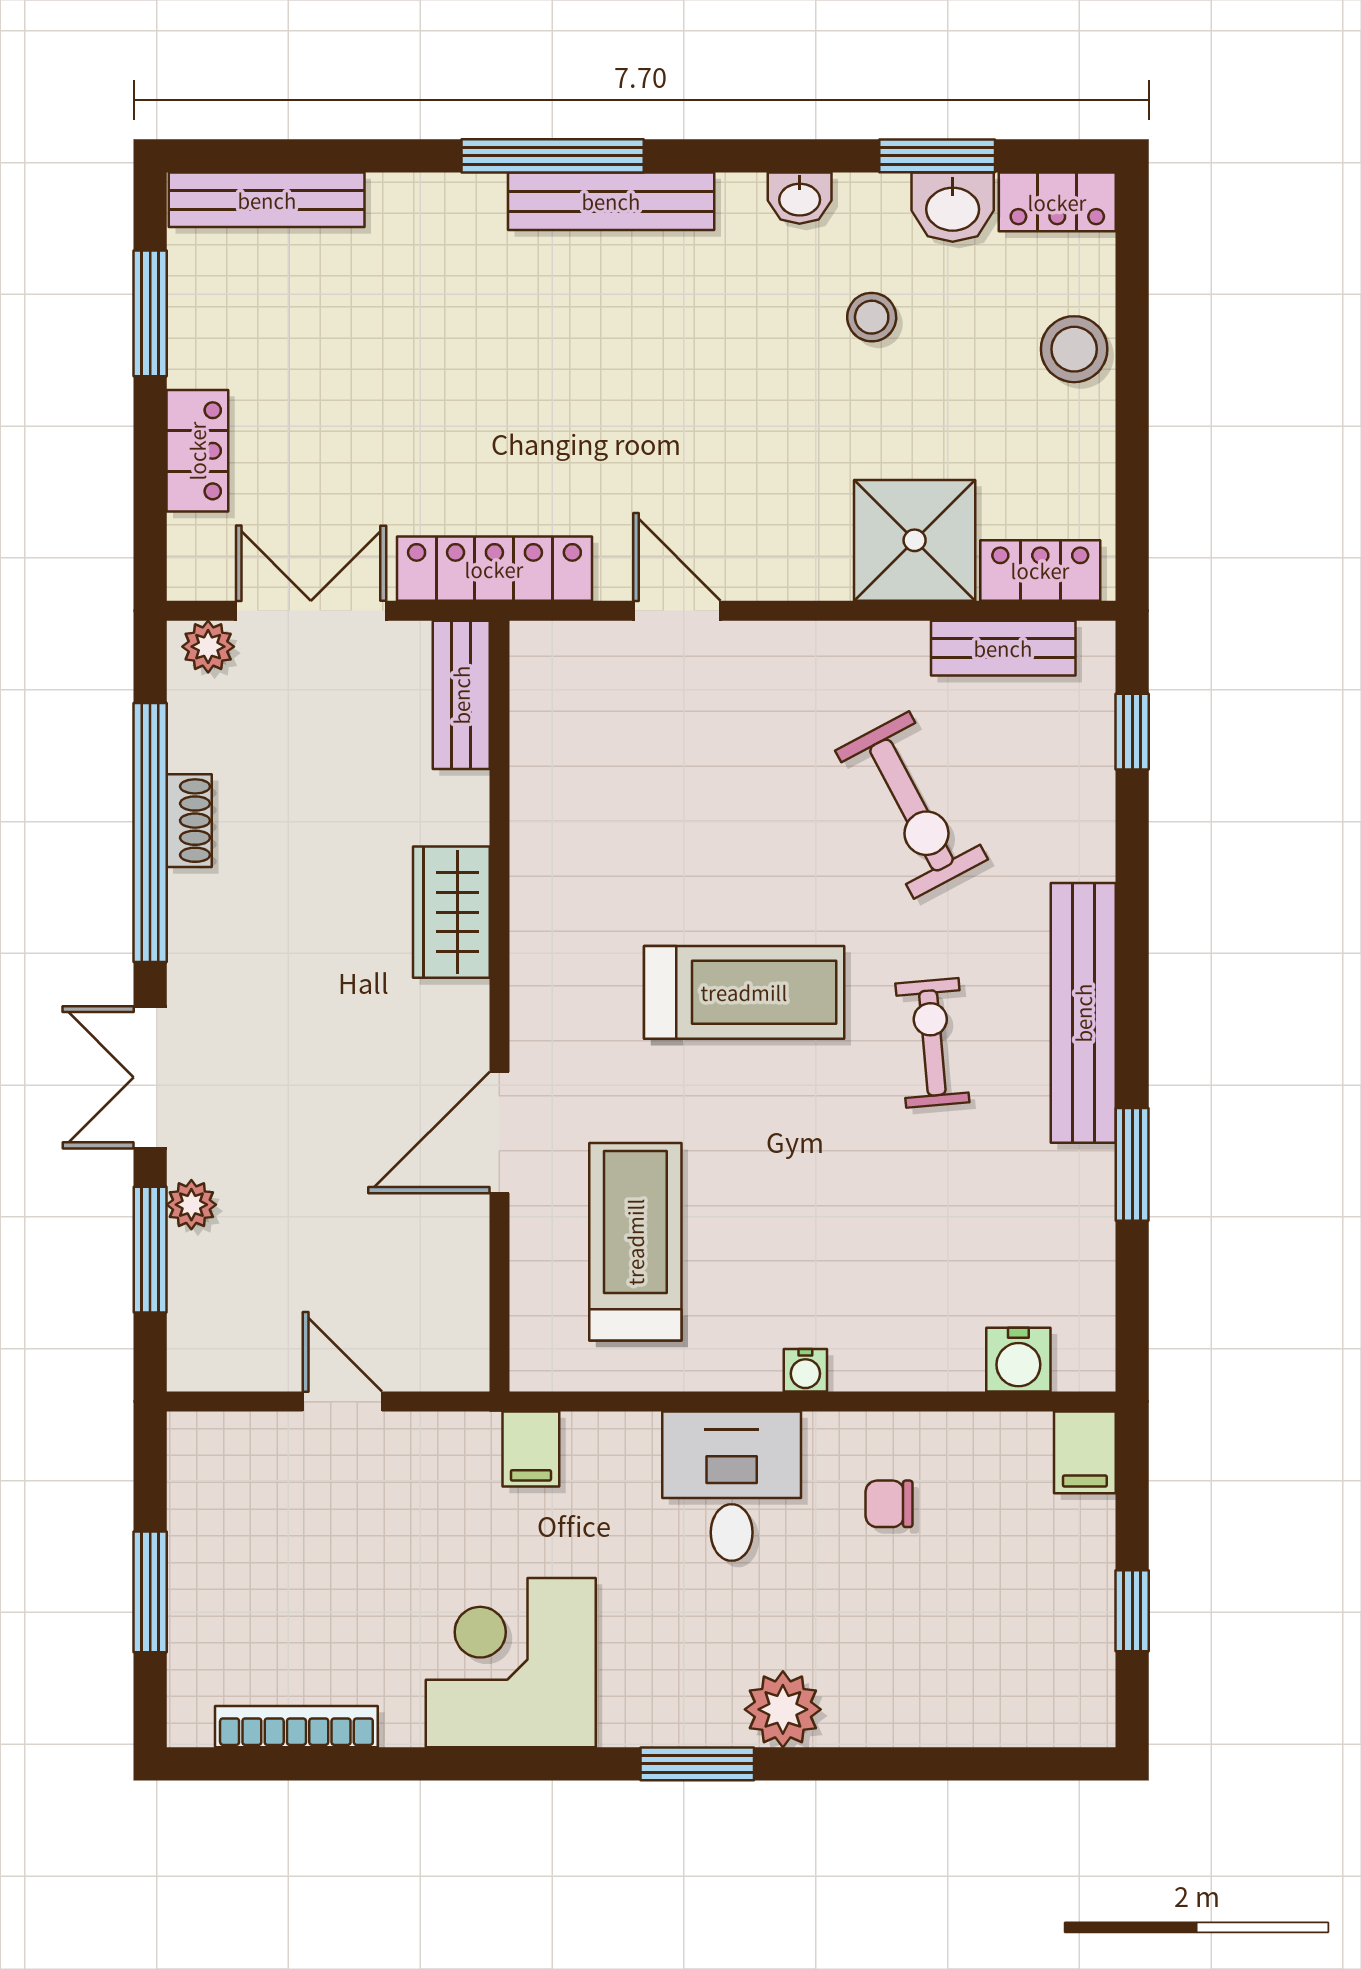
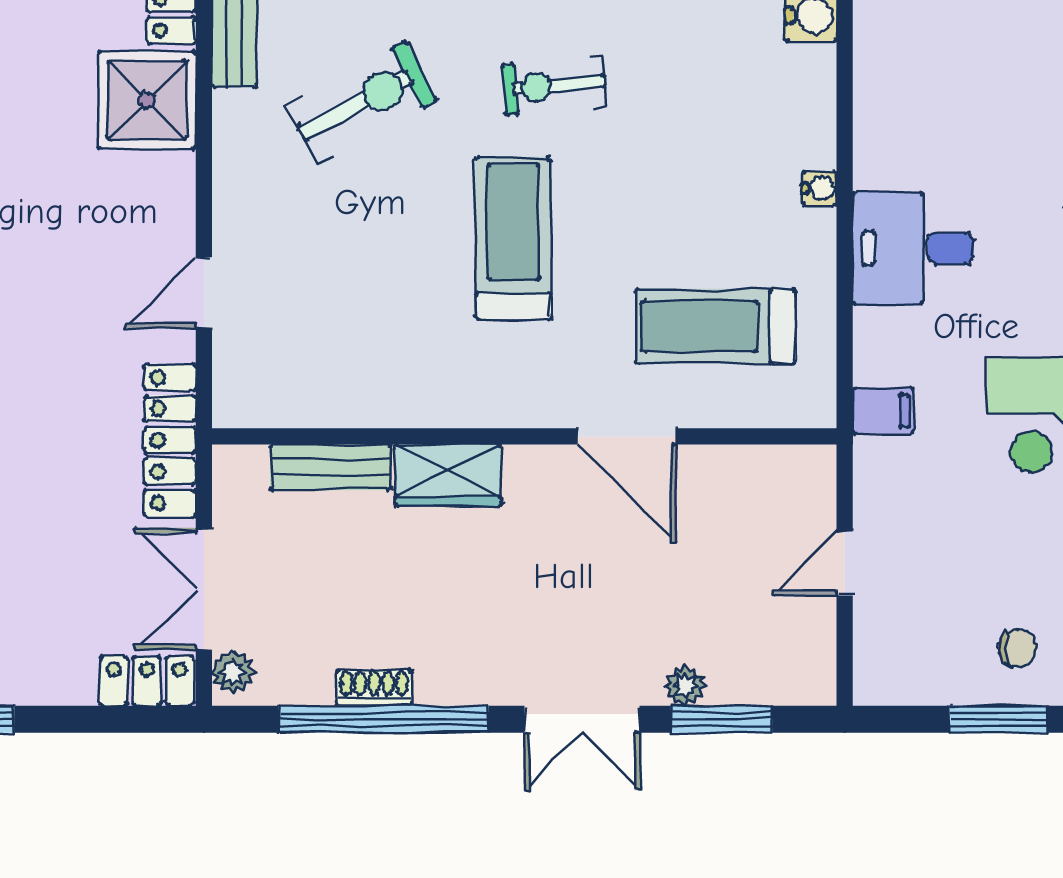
locker: (197, 451) -> (147, 681), moved
bench: (461, 695) -> (330, 467), moved
chair: (889, 1504) -> (1017, 648), moved, turned -96

